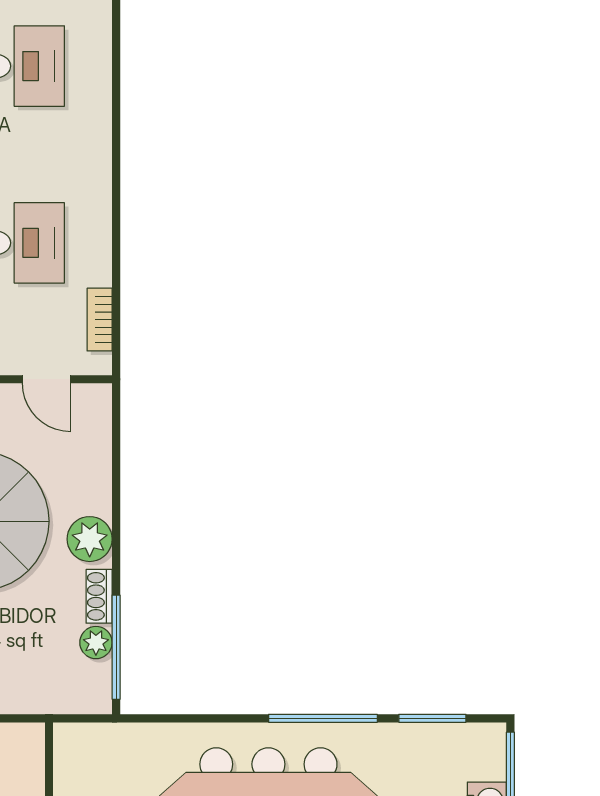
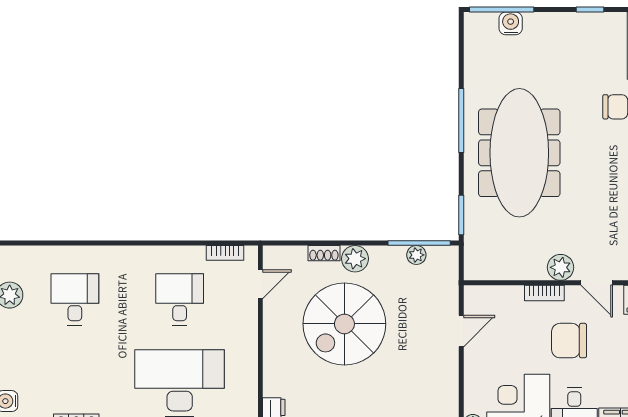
shoe rack: (99, 596) -> (324, 253), moved
window: (432, 718) -> (461, 215), moved

